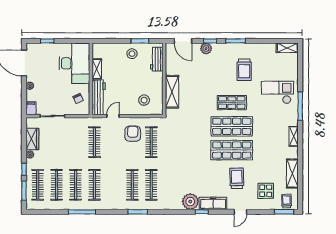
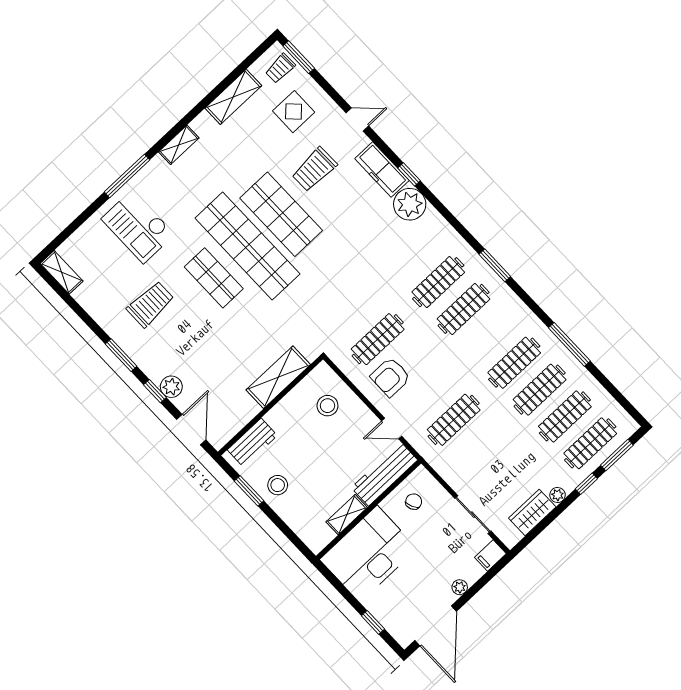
shop shelf: (232, 126) -> (247, 246), width x1.40

